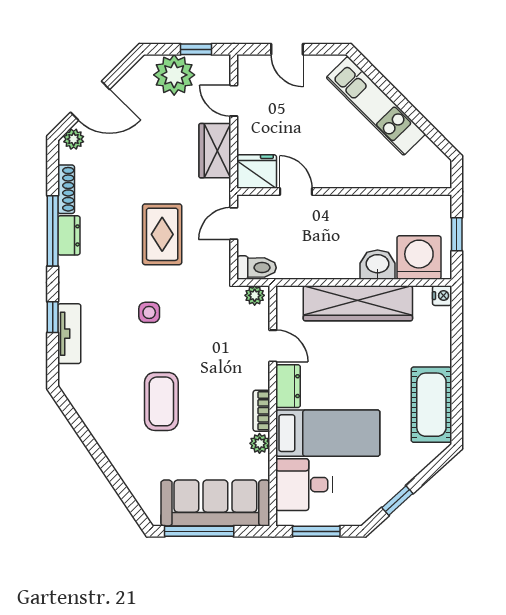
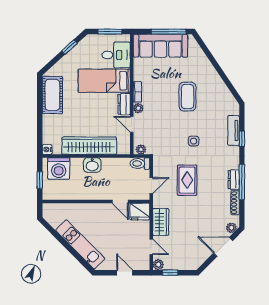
plant: (174, 75) -> (158, 265), moved, width x0.53, depth x0.53
washbasin: (378, 265) -> (92, 165), moved
plant: (260, 443) -> (138, 108), moved

